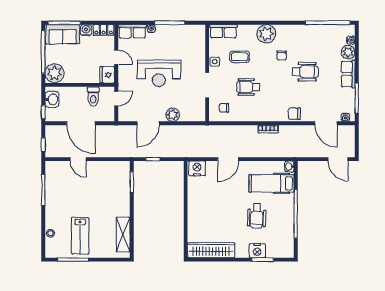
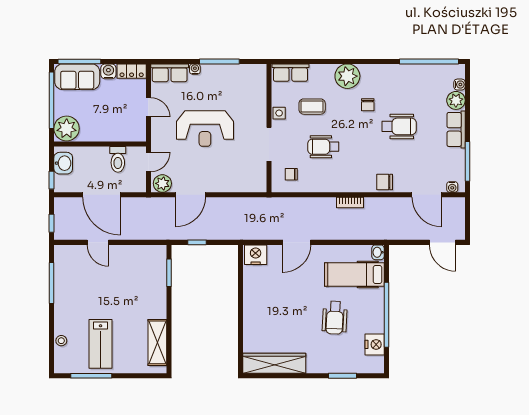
fridge: (107, 75) -> (136, 131), removed
plant: (173, 115) -> (162, 183), moved
nightstand: (257, 251) -> (375, 344), moved, turned -90

